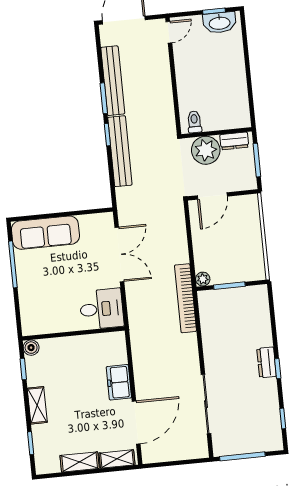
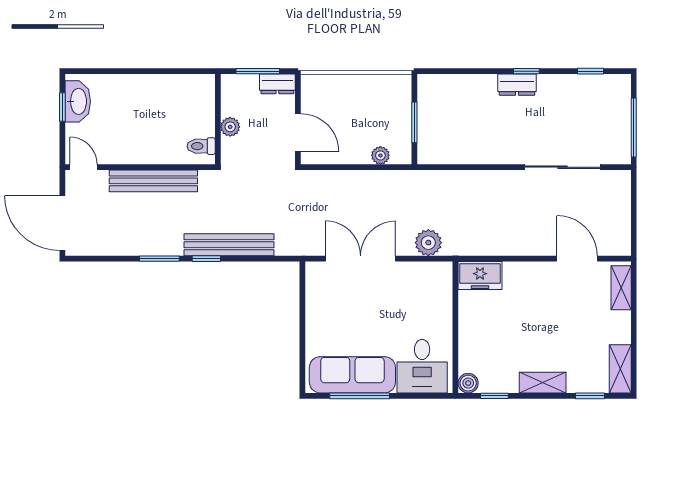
bench: (113, 81) -> (153, 181), moved
dresser: (234, 141) -> (277, 84), moved, turned 90
plant: (206, 150) -> (230, 127), width x0.53, depth x0.53
sofa: (45, 233) -> (352, 375), moved, turned -90
plant: (203, 279) -> (380, 155), moved
bookcase: (185, 298) -> (425, 180), removed
plant: (137, 306) -> (428, 243), added
desk: (102, 309) -> (422, 366), moved, turned 180
freezer: (119, 382) -> (480, 276), moved
door: (136, 423) -> (577, 259), width x0.73
shelving: (80, 462) -> (620, 369), moved

